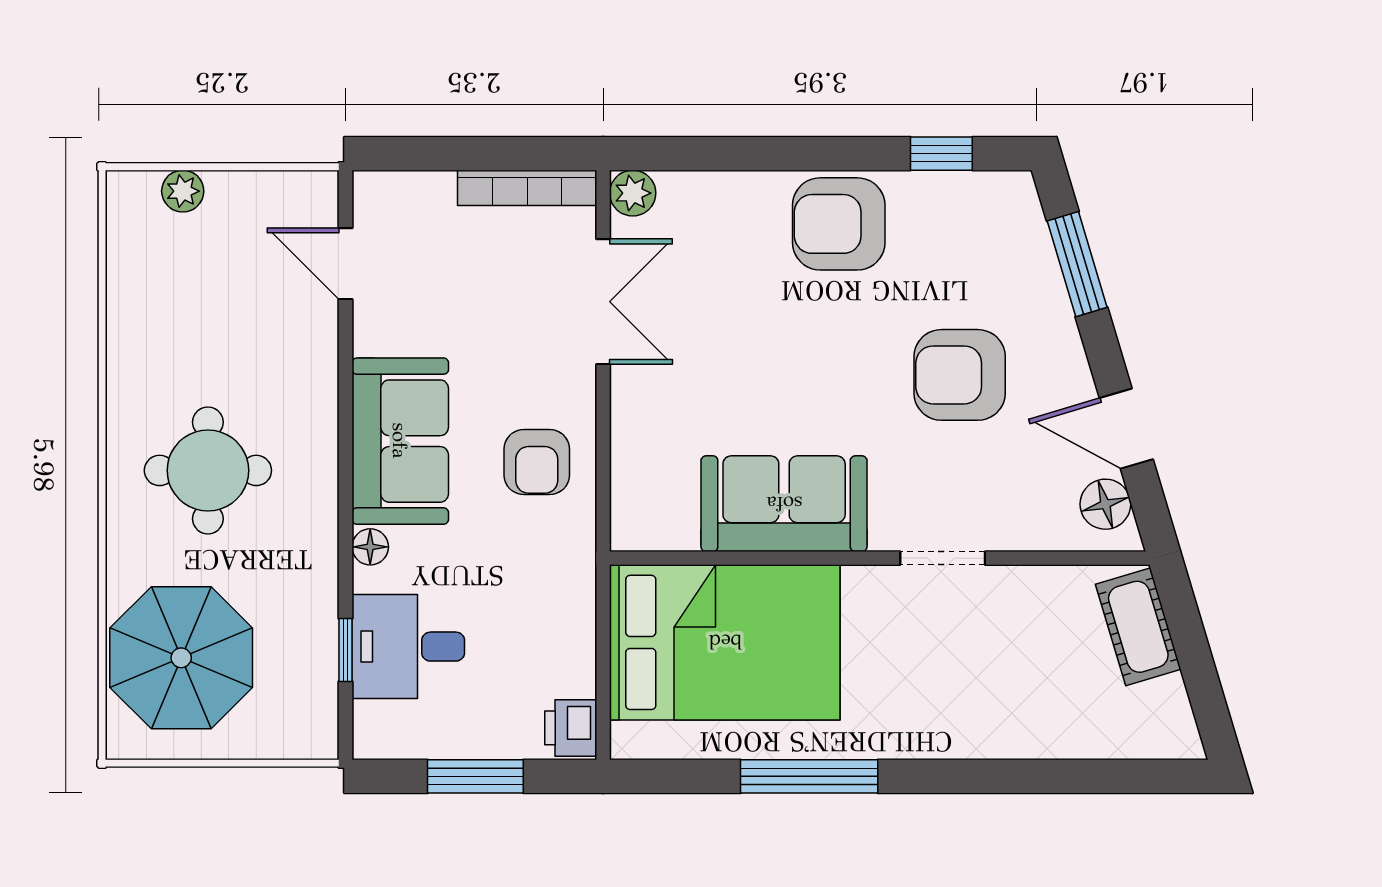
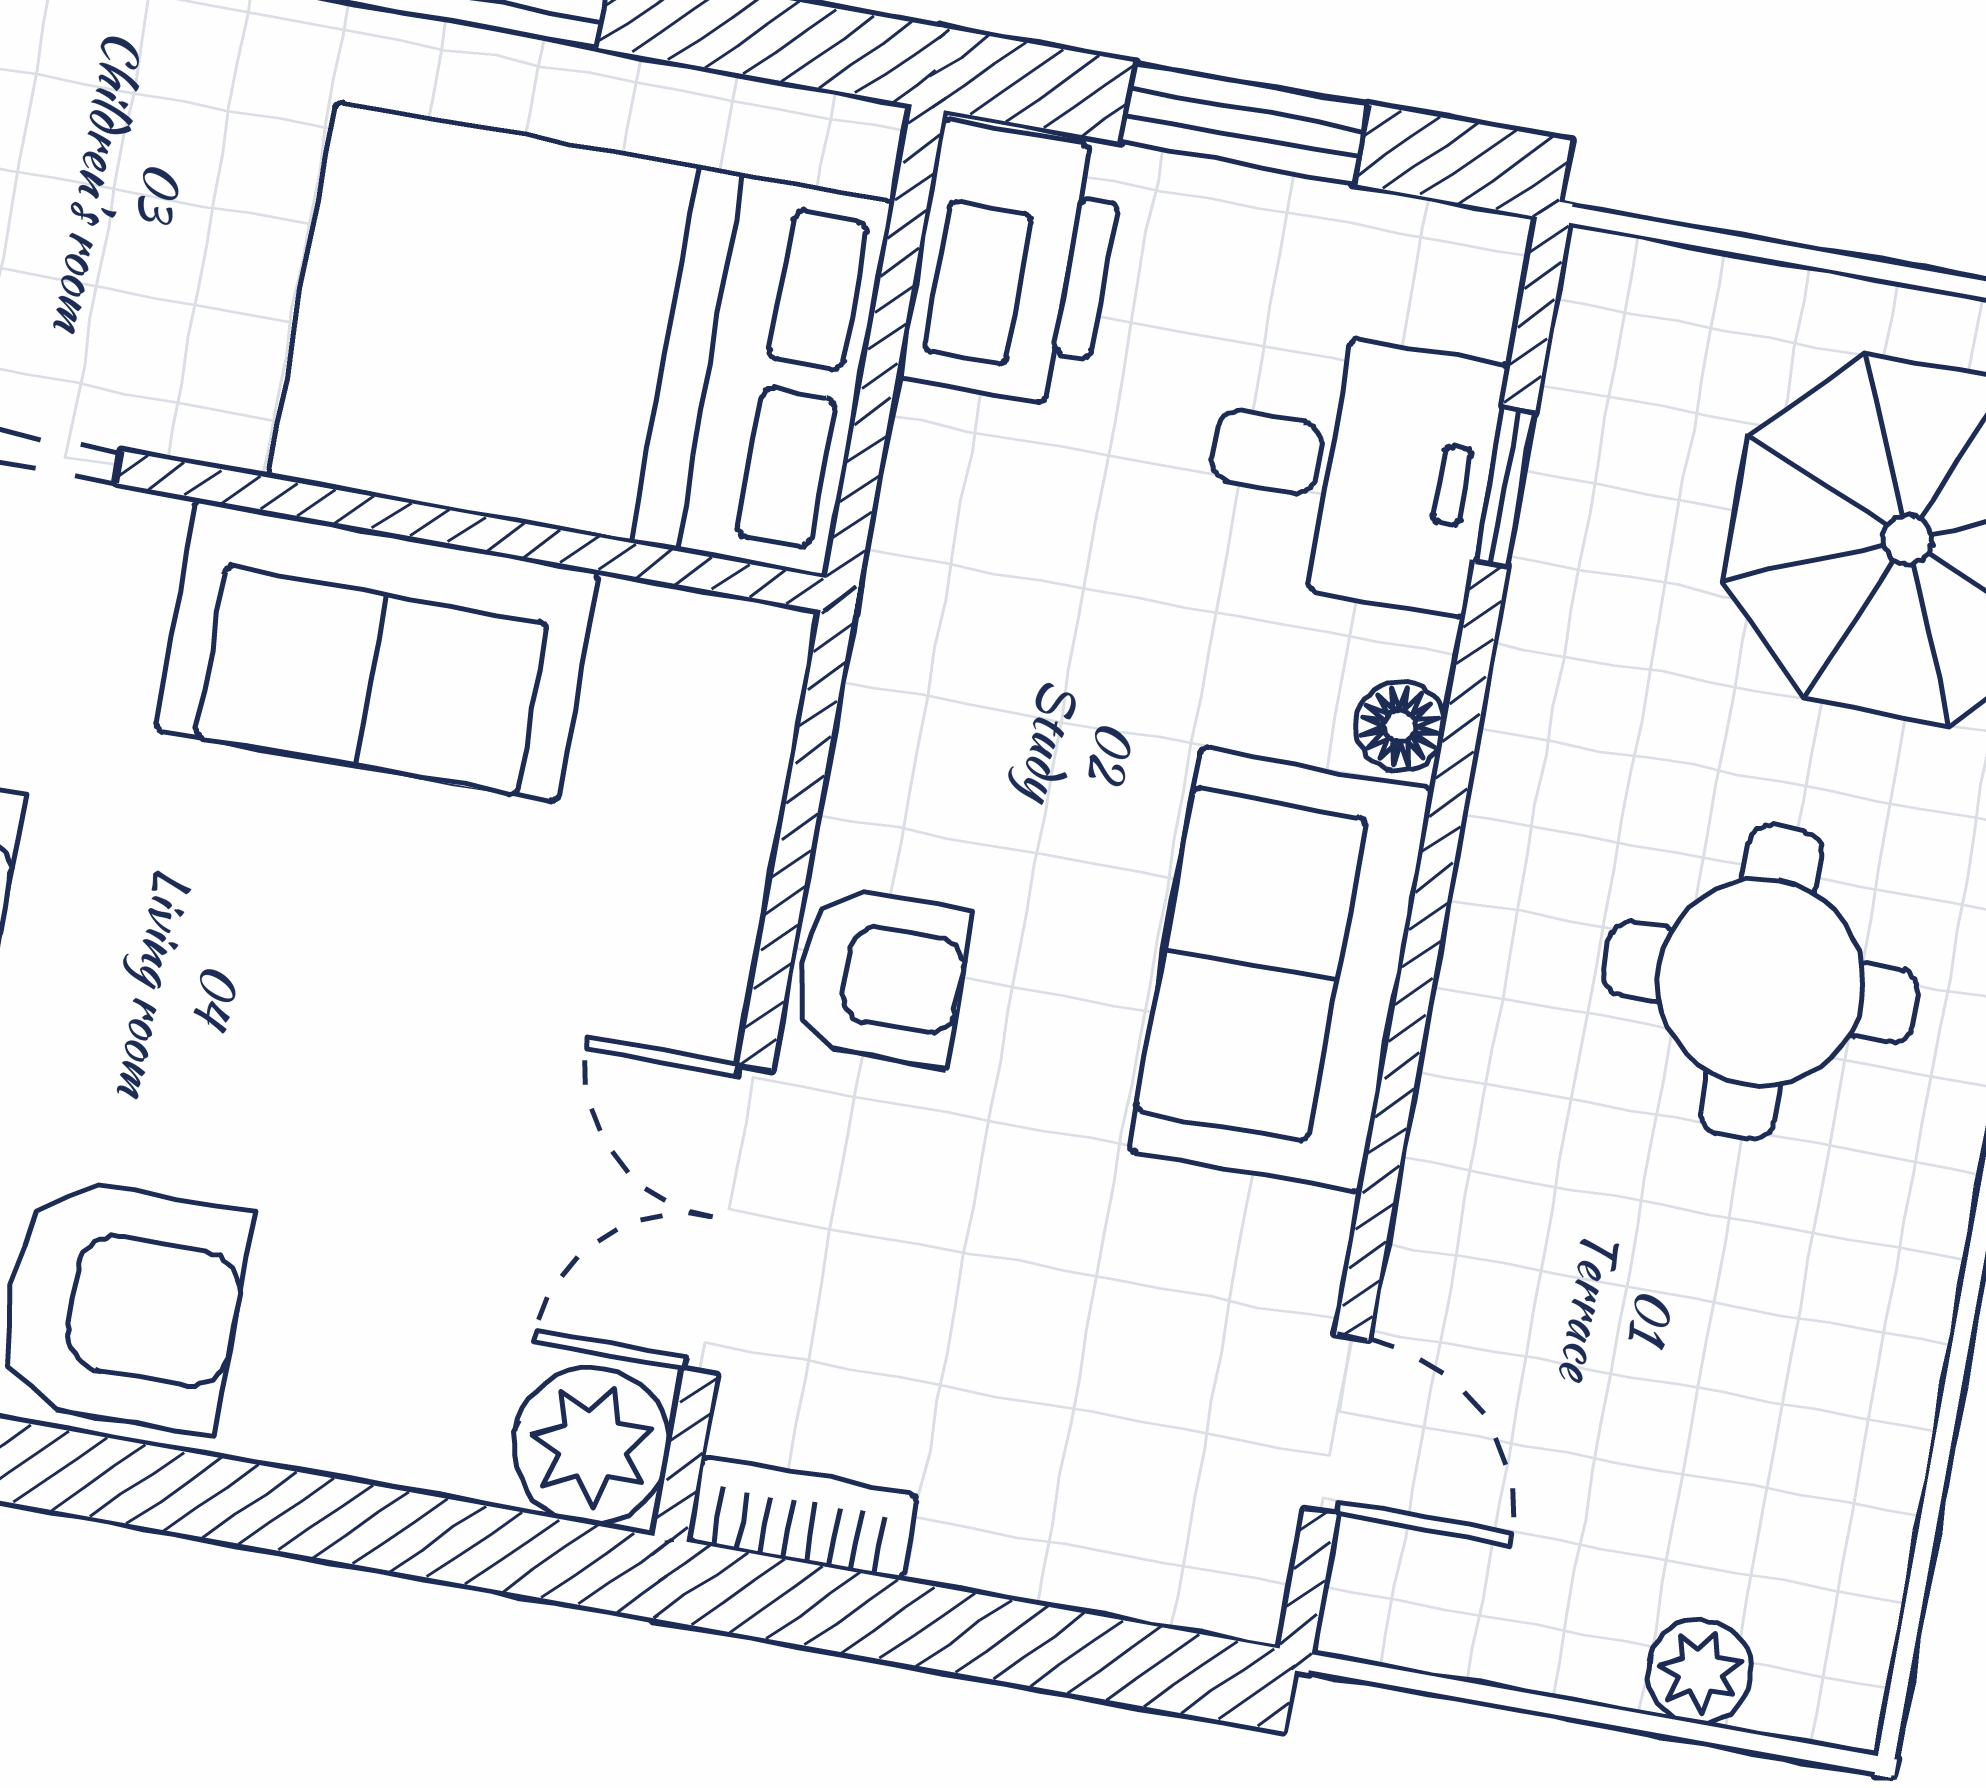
bookcase: (527, 188) -> (802, 1518), width x0.64
plant: (633, 193) -> (591, 1446), width x1.38, depth x1.38
armchair: (537, 462) -> (881, 976), moved, turned 90
printer: (571, 728) -> (1012, 265), width x1.87, depth x1.48

